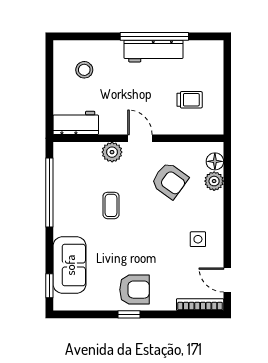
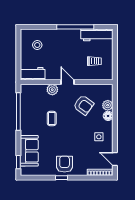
workbench: (154, 51) -> (97, 35), moved
floor lamp: (215, 161) -> (108, 116), moved
armchair: (135, 290) -> (65, 164), turned -90

